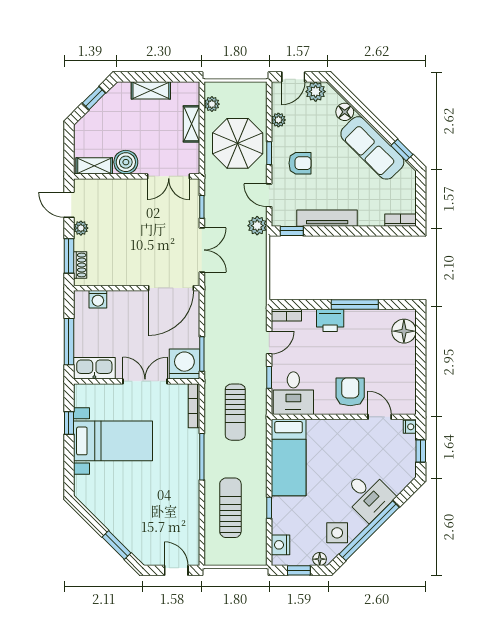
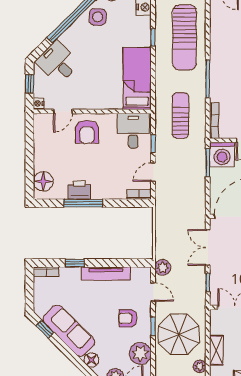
plant: (278, 120) -> (140, 353), width x1.88, depth x1.88
window: (292, 231) -> (75, 263), moved
printer: (330, 320) -> (79, 190), moved
door: (380, 417) -> (63, 111), hinge flipped
desk: (368, 495) -> (58, 62), moved
sun lounger: (230, 508) -> (185, 37), width x1.36, depth x1.34

